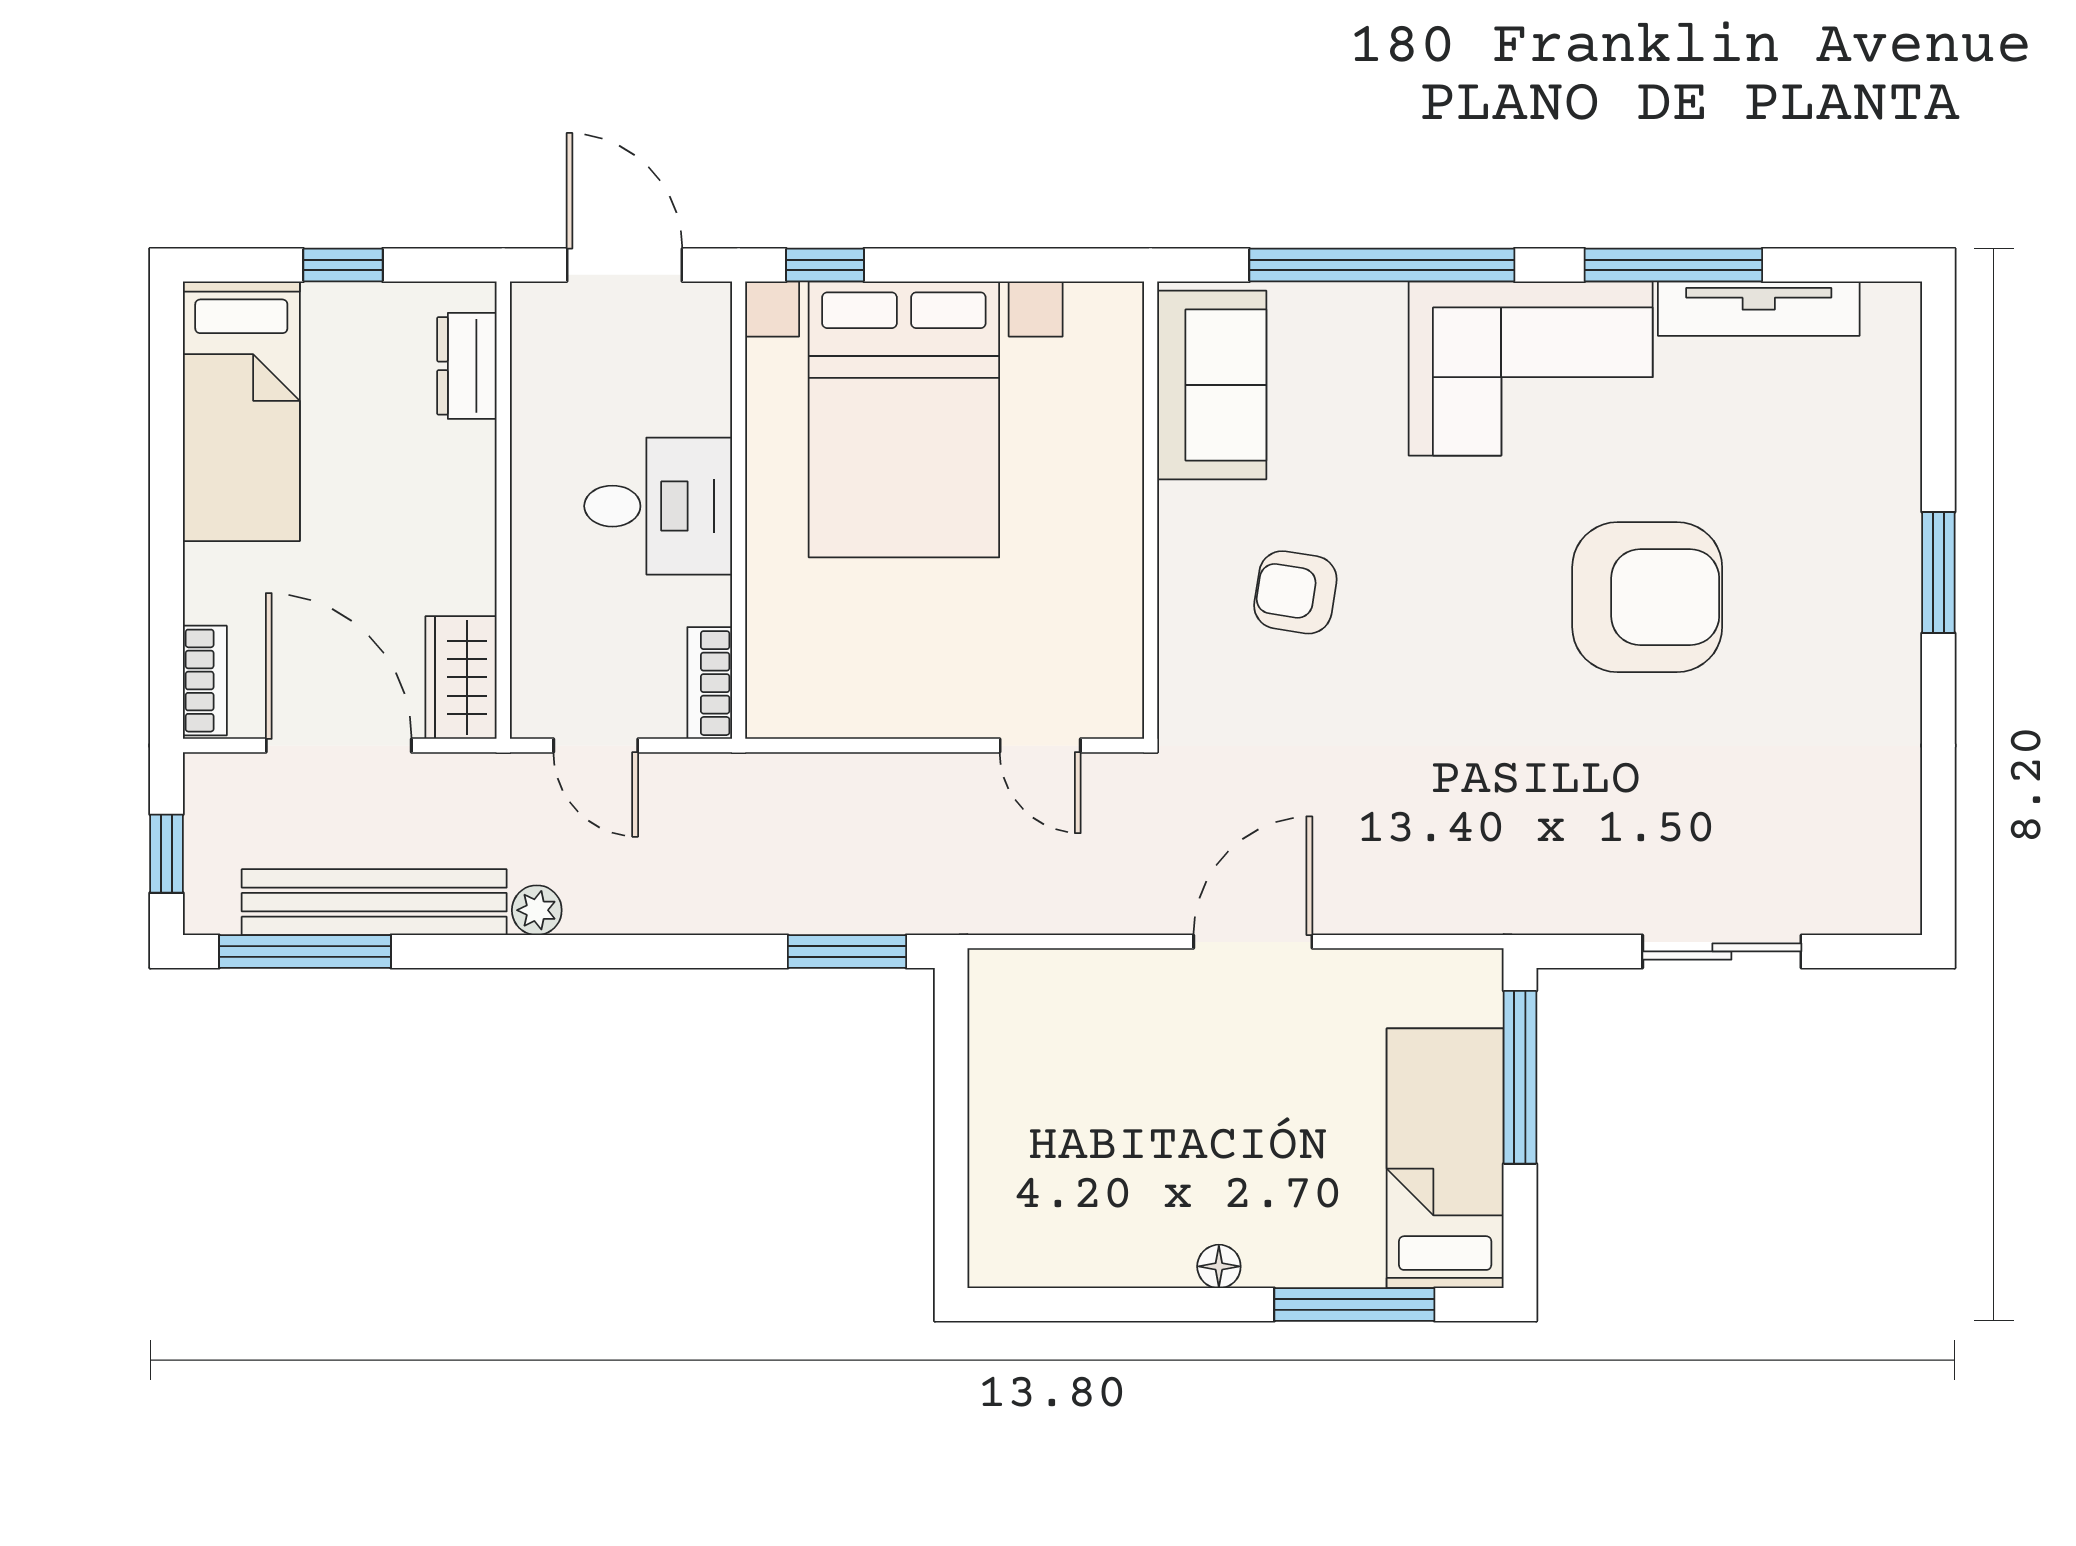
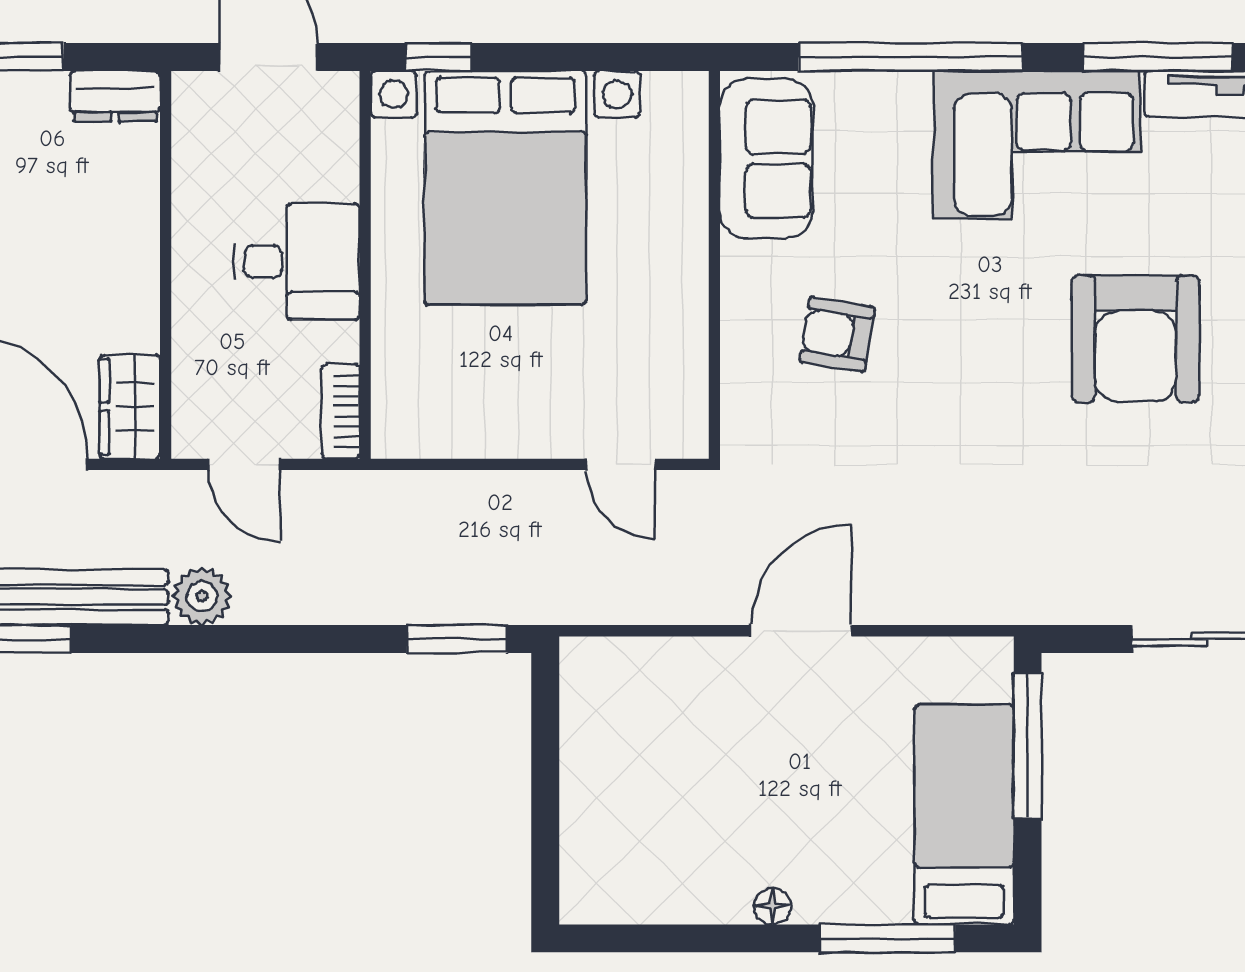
dresser: (467, 366) -> (115, 96), moved, turned -90
armchair: (1647, 597) -> (1135, 339), turned 90
plant: (537, 910) -> (202, 596), width x1.38, depth x1.38

